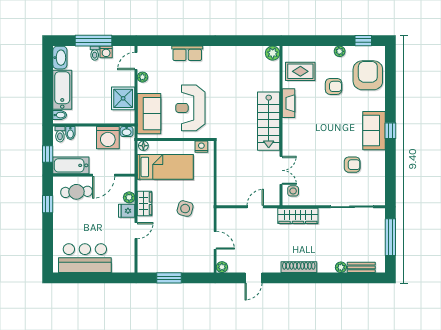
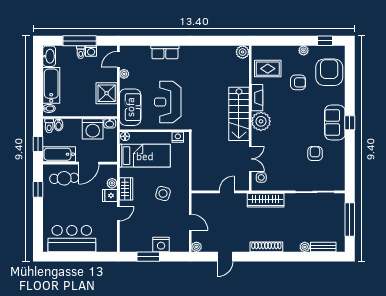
plant: (293, 129) -> (261, 121), added
armchair: (352, 165) -> (315, 154), turned -90
nightstand: (183, 265) -> (161, 245), added

